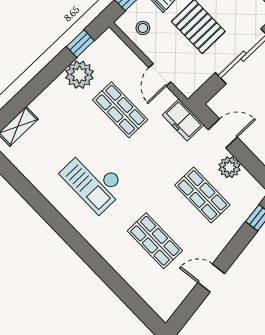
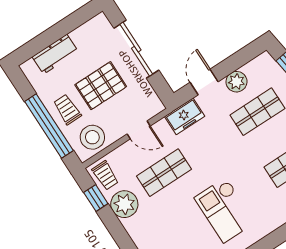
stool: (143, 28) -> (92, 137), width x1.89, depth x1.89
trolley: (106, 49) -> (105, 175), added
checkout: (93, 181) -> (225, 210), turned 90

